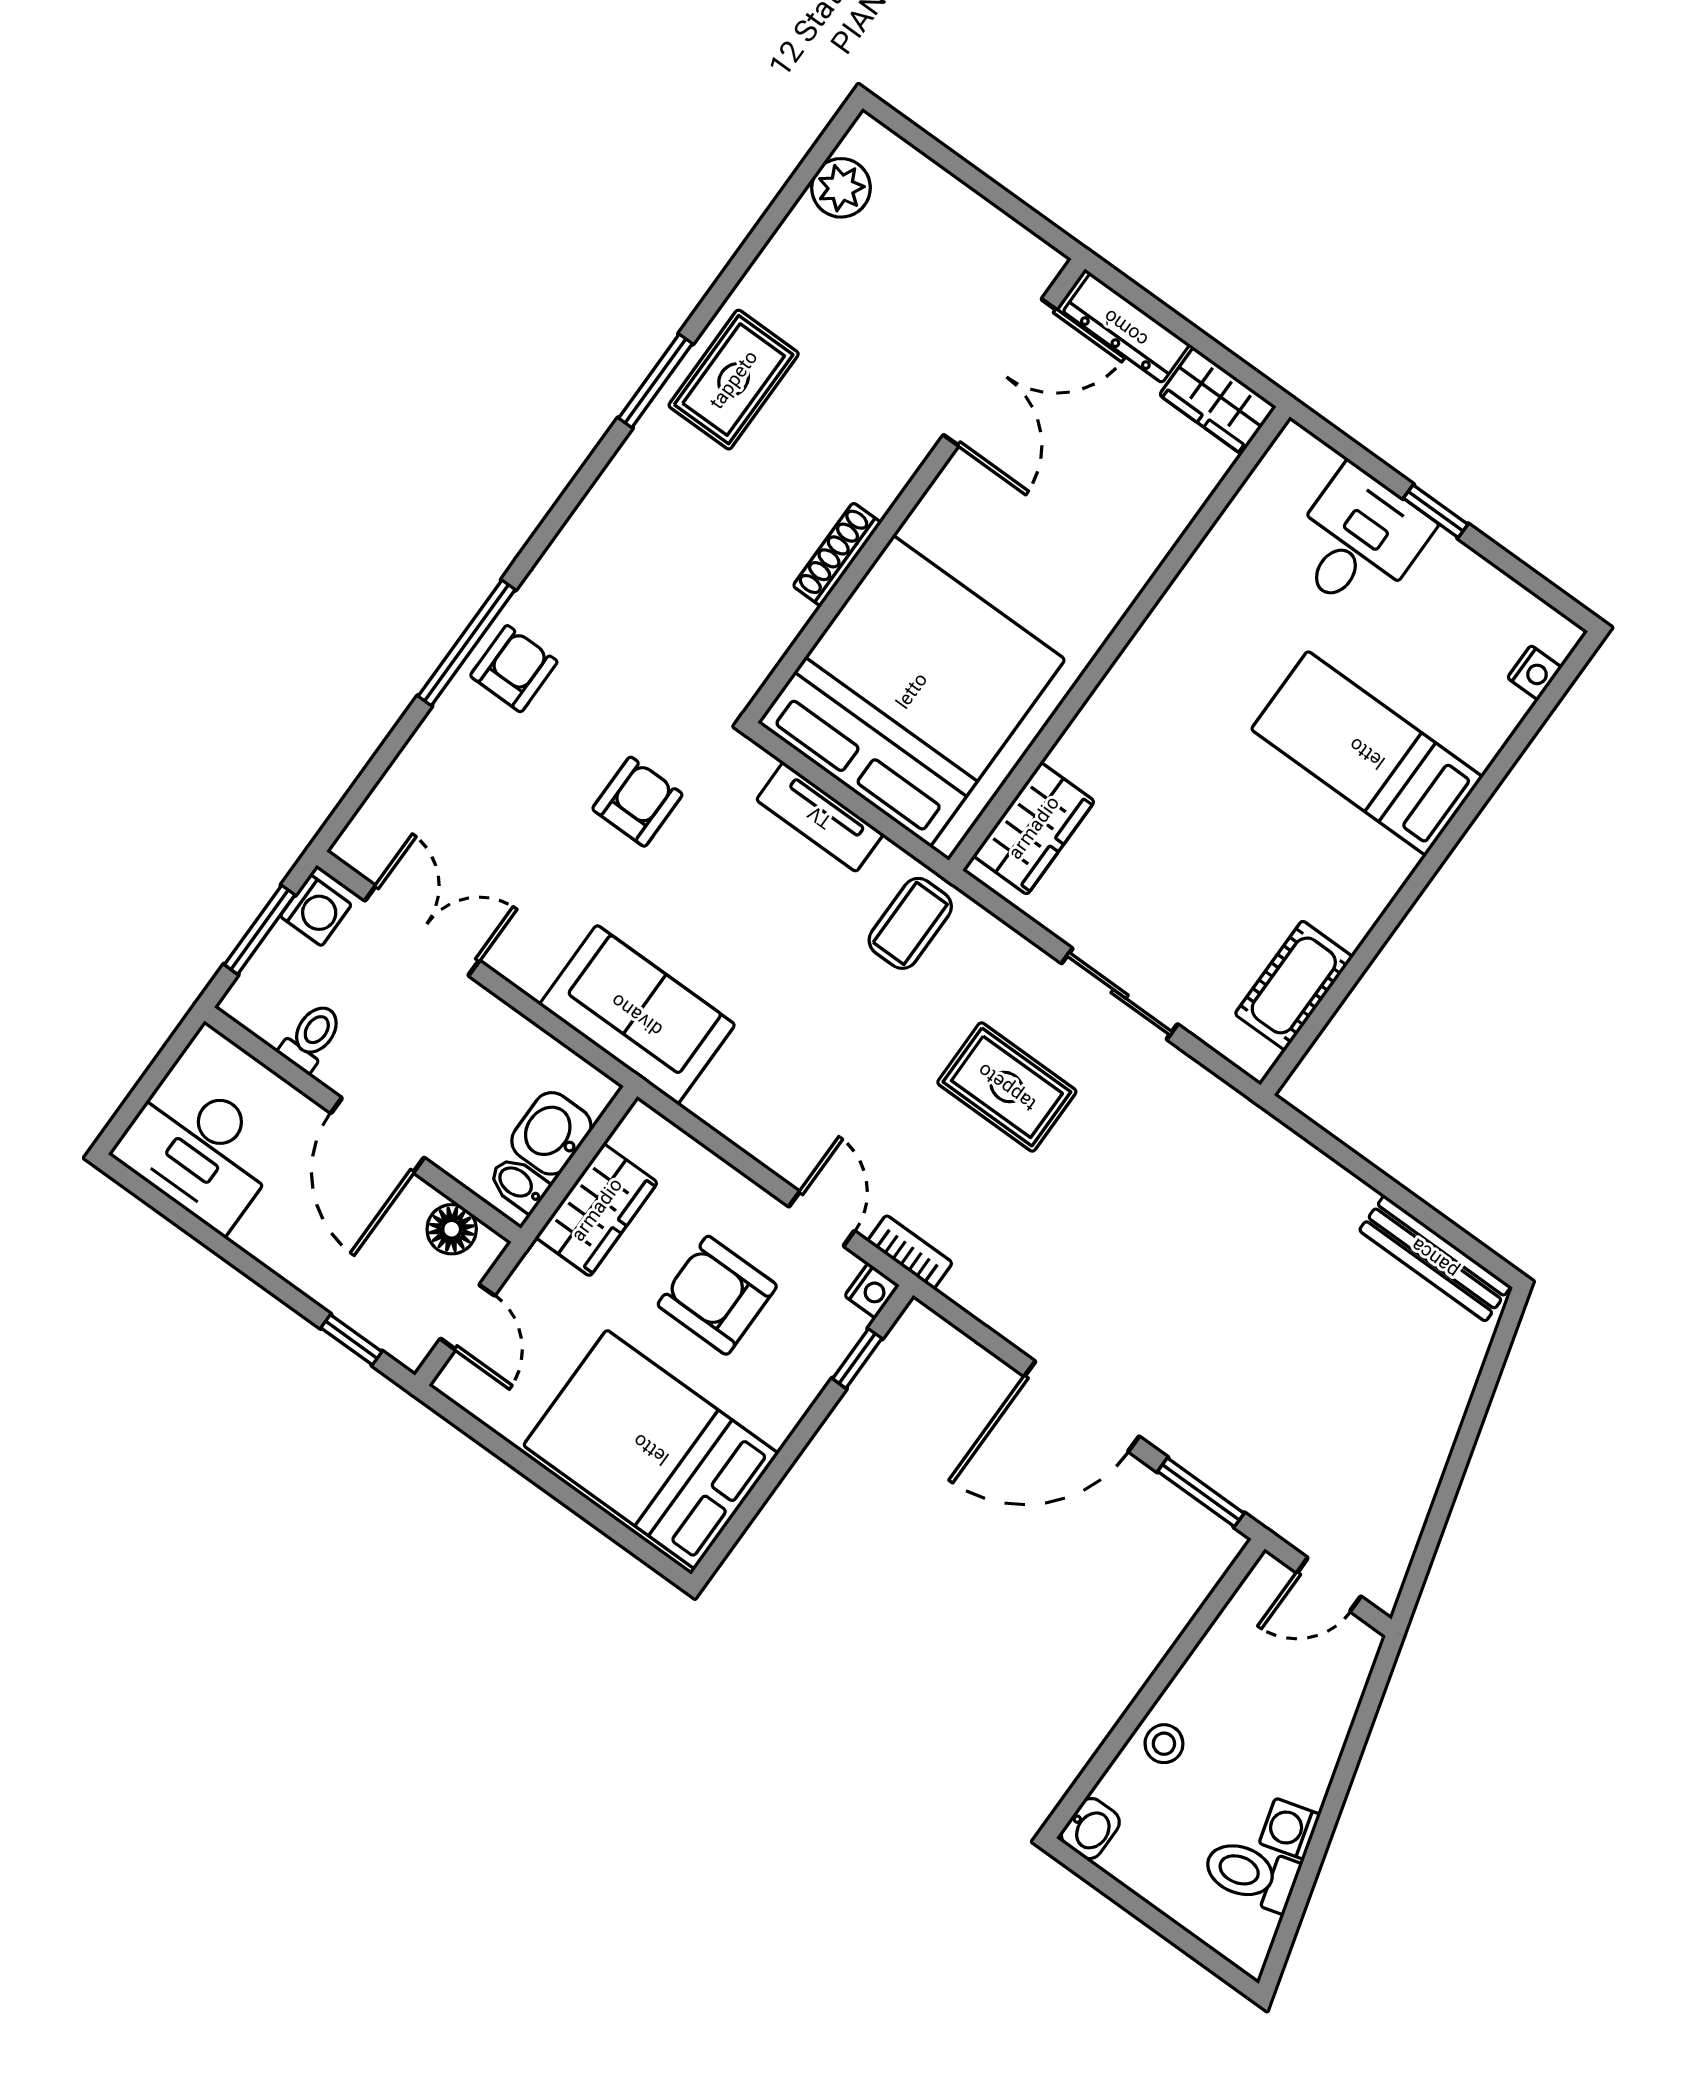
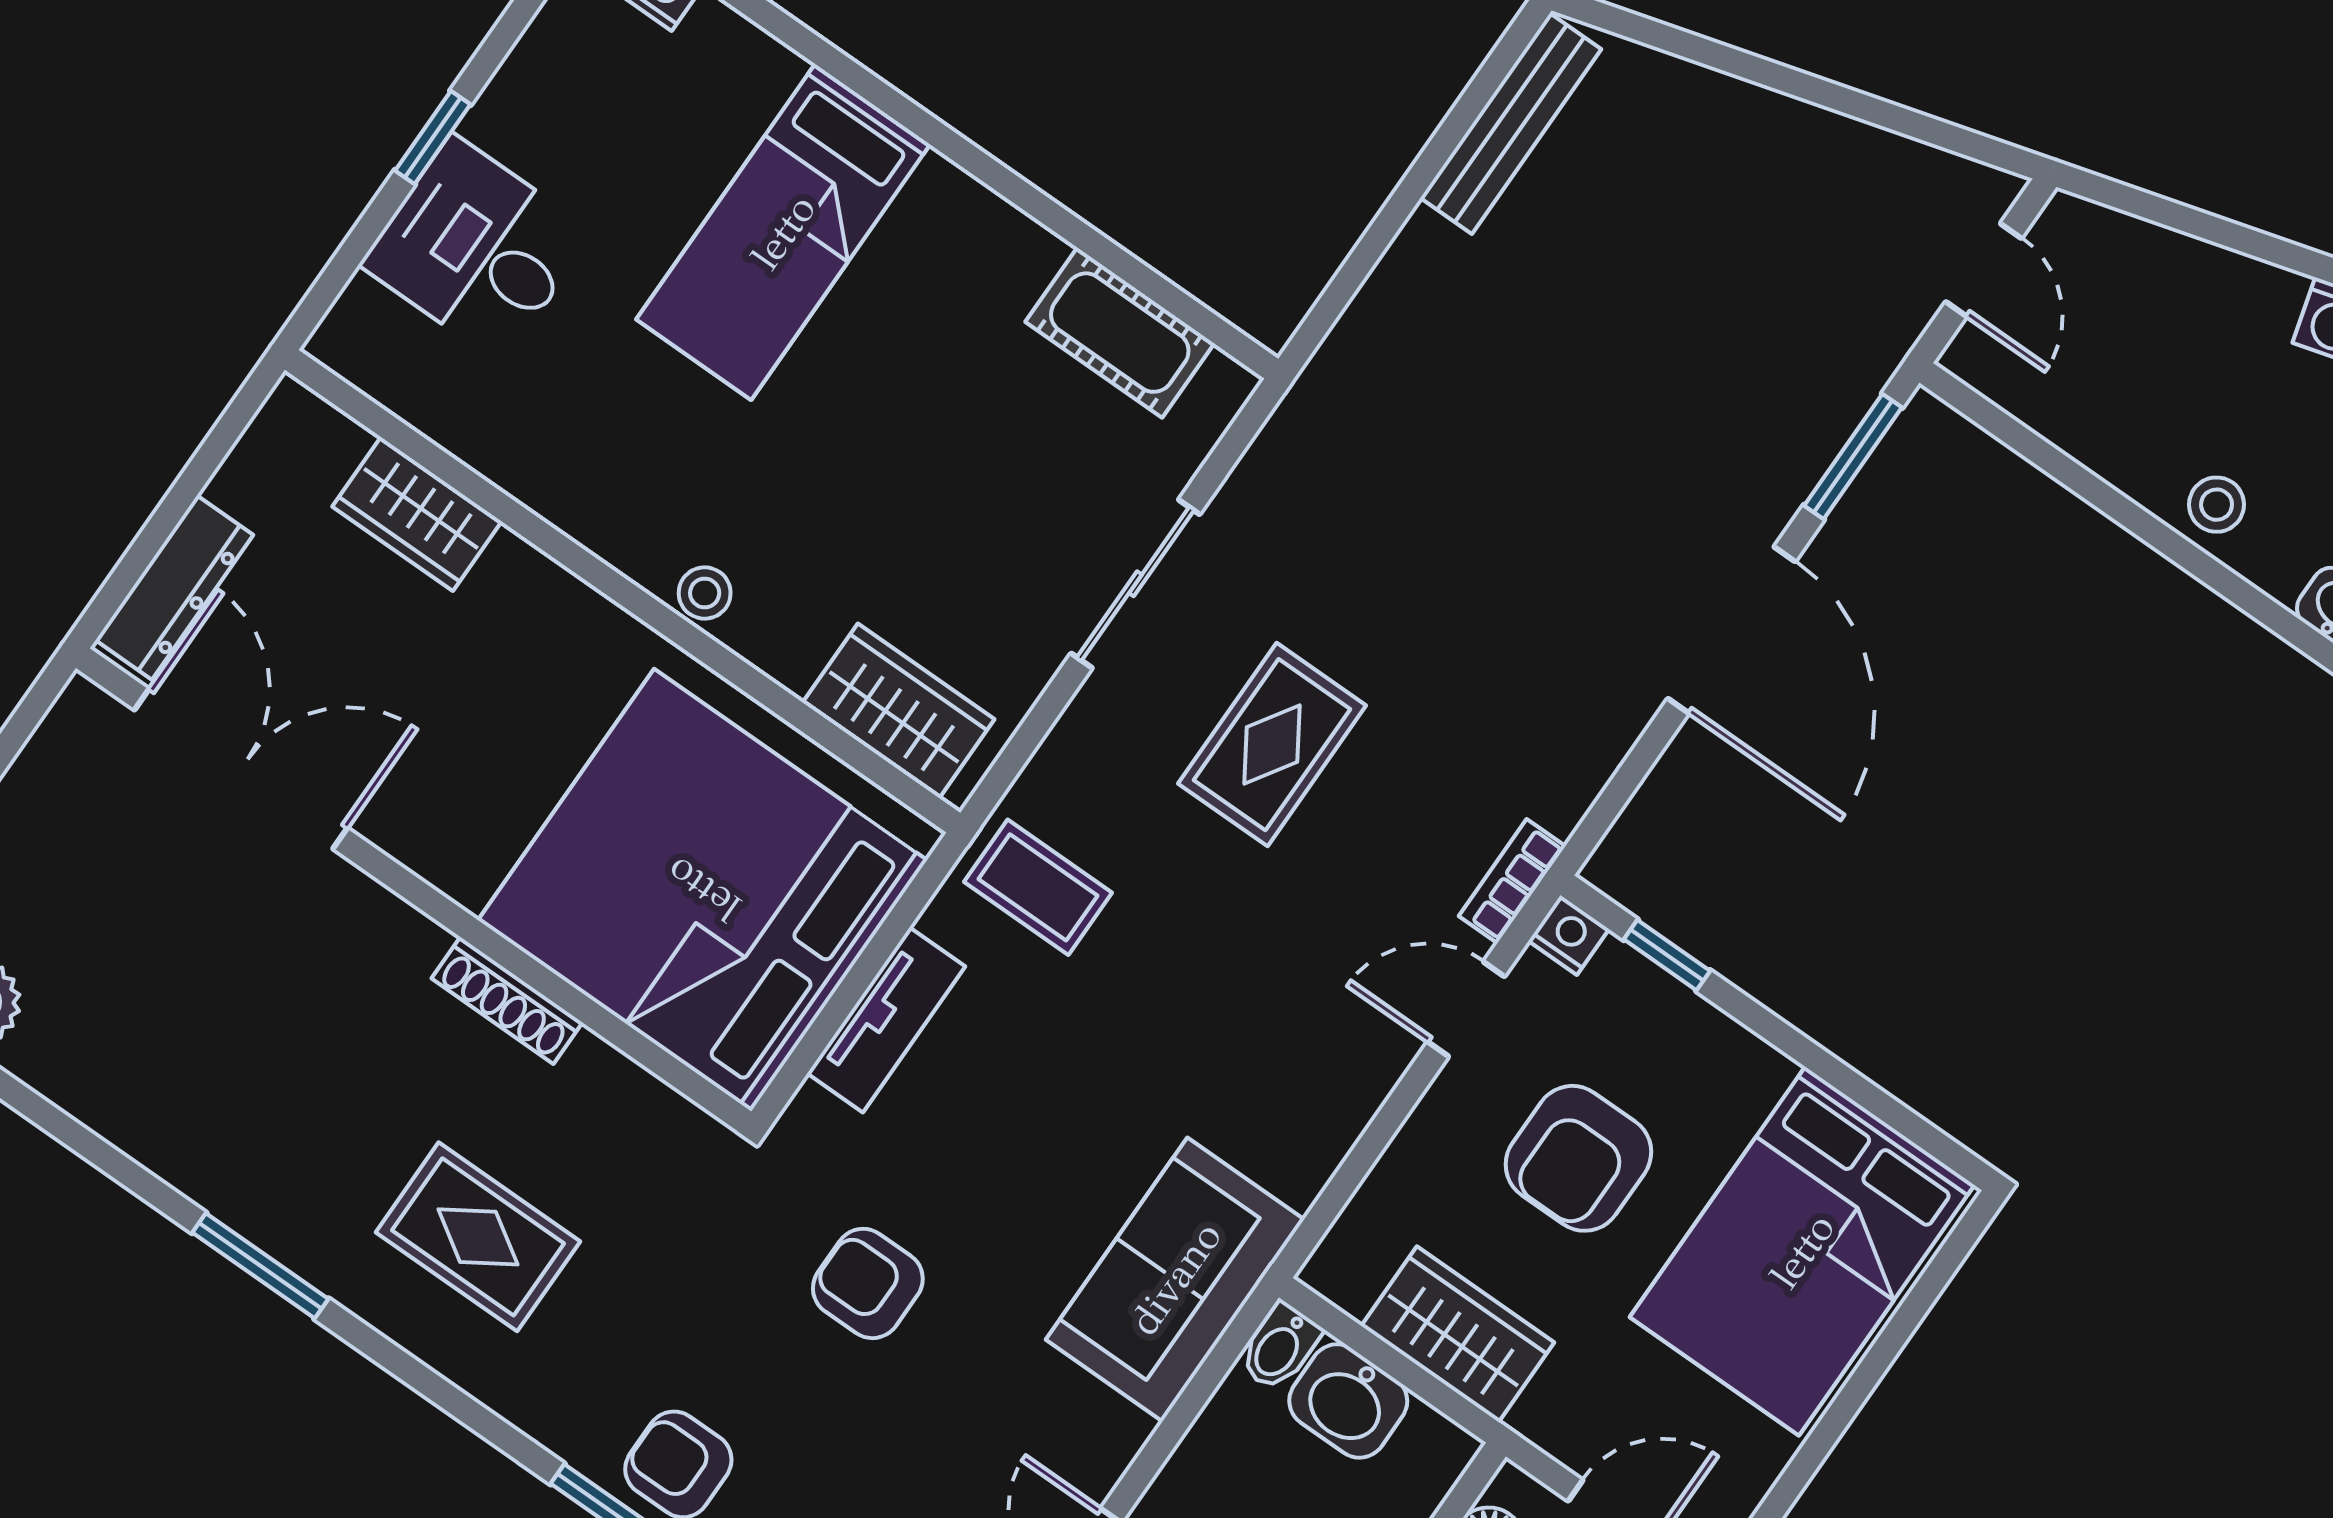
rug: (734, 380) -> (478, 1237), moved
wardrobe: (1218, 401) -> (417, 514), moved, turned 90
stool: (1117, 695) -> (705, 593), added
bidet: (519, 1184) -> (1280, 1347), moved

